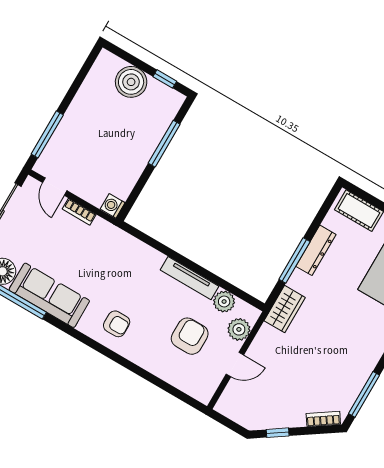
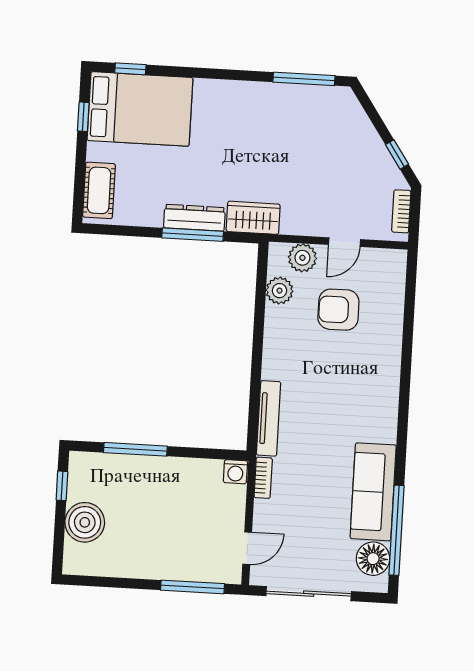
bookcase: (79, 212) -> (263, 478), moved
dresser: (316, 250) -> (194, 218), moved
tv unit: (189, 278) -> (269, 418), moved
armchair: (117, 324) -> (367, 399), removed
door: (235, 365) -> (345, 242), swing flipped
bookcase: (323, 419) -> (401, 211), moved, turned 34

